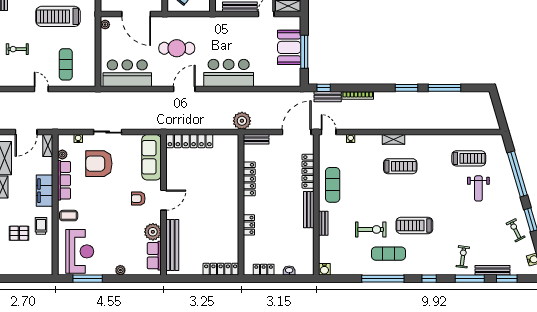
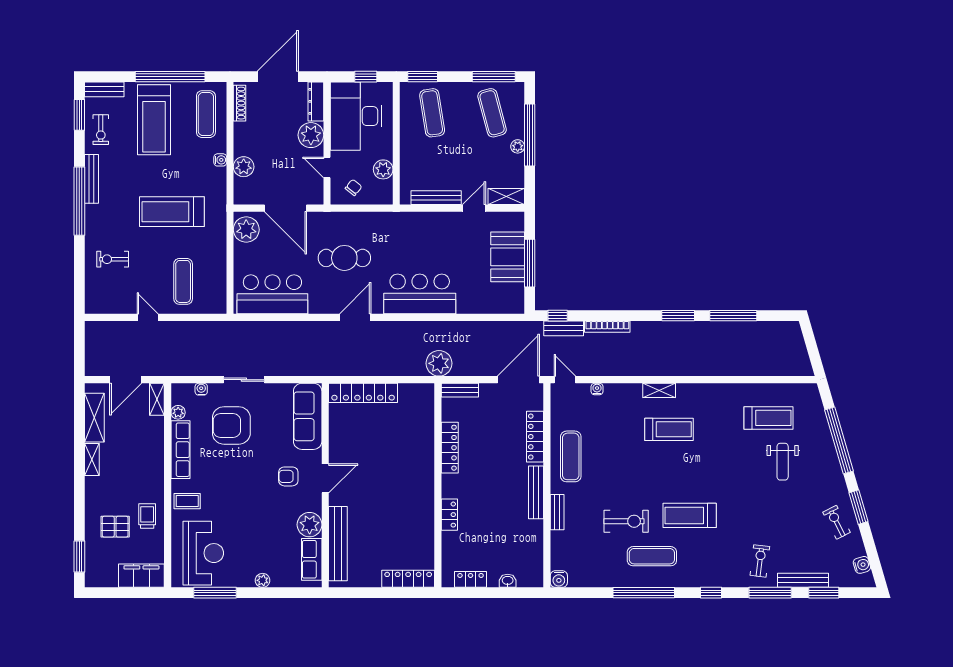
plant: (105, 25) -> (246, 230), width x1.87, depth x1.87
filing cabinet: (45, 191) -> (141, 576), moved, turned 90

